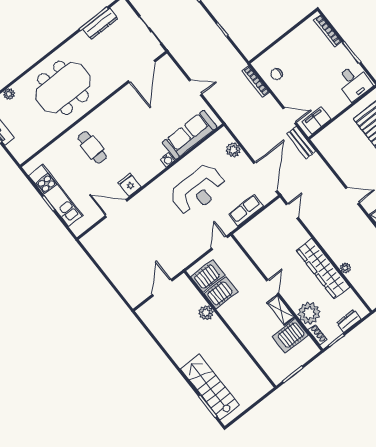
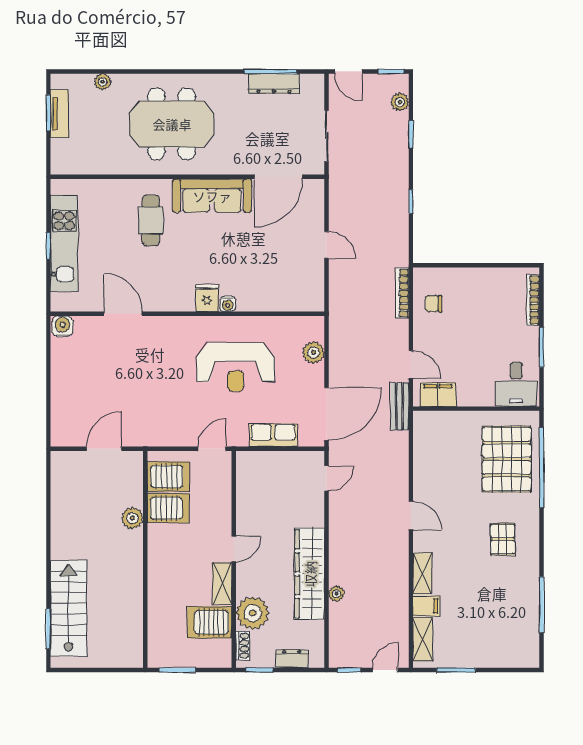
sofa: (190, 135) -> (212, 196), moved, turned 180
fridge: (129, 185) -> (207, 298), moved
water cooler: (89, 240) -> (63, 326), added

